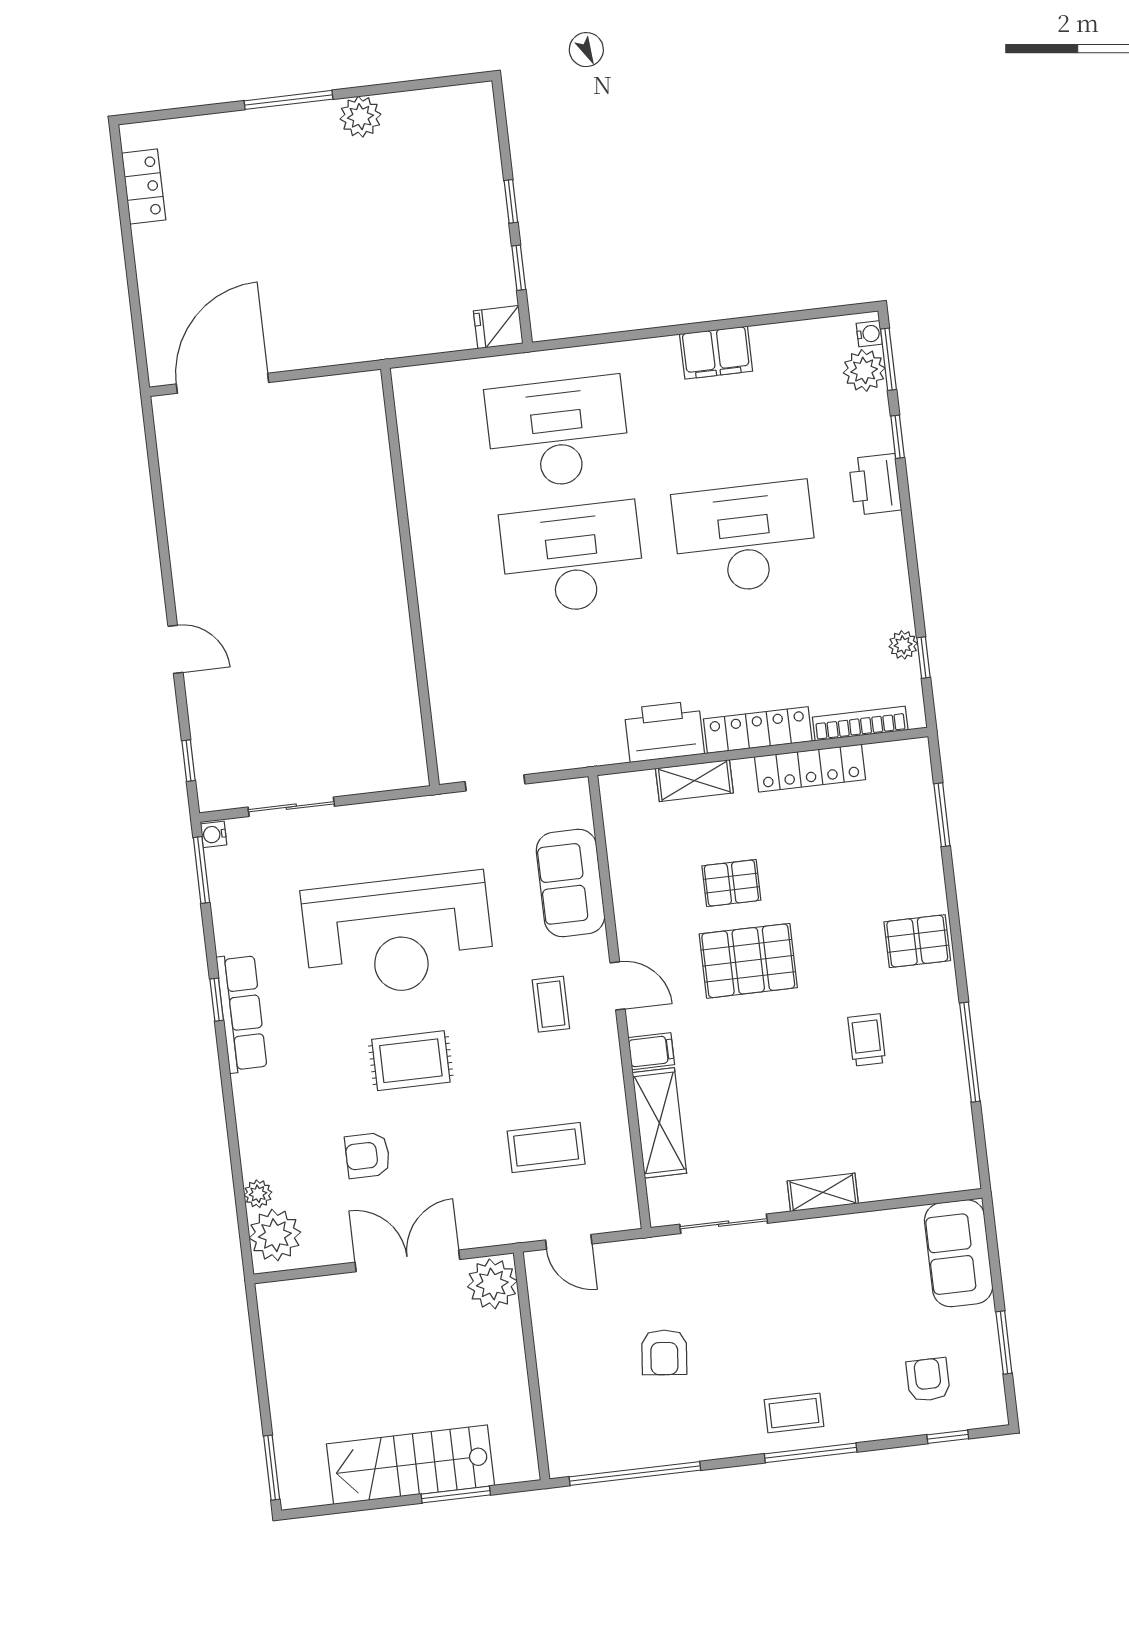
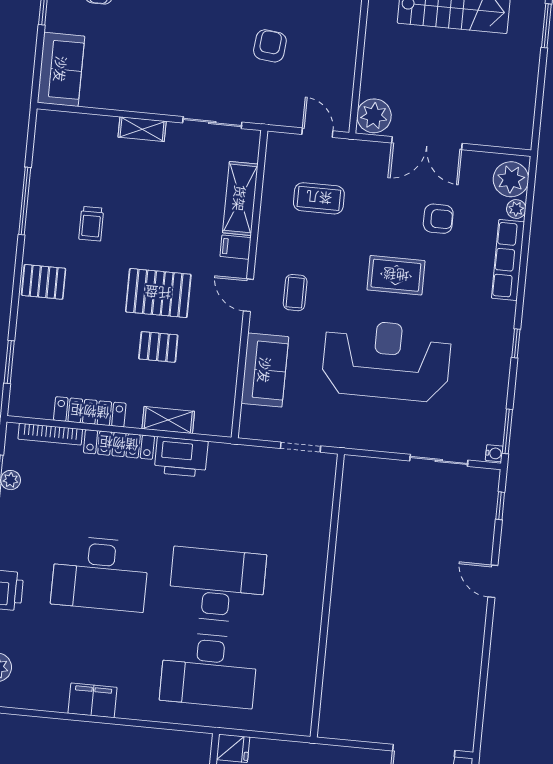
desk: (572, 558) -> (217, 585), turned 180
row of seats: (242, 1013) -> (508, 260), moved

